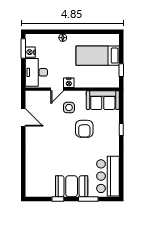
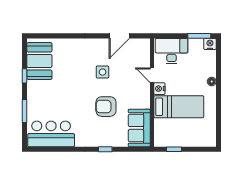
nightstand: (30, 52) -> (210, 44), moved
bed: (98, 56) -> (179, 107), moved, turned 90
side table: (69, 108) -> (103, 72), moved
booth: (72, 186) -> (39, 61), moved

